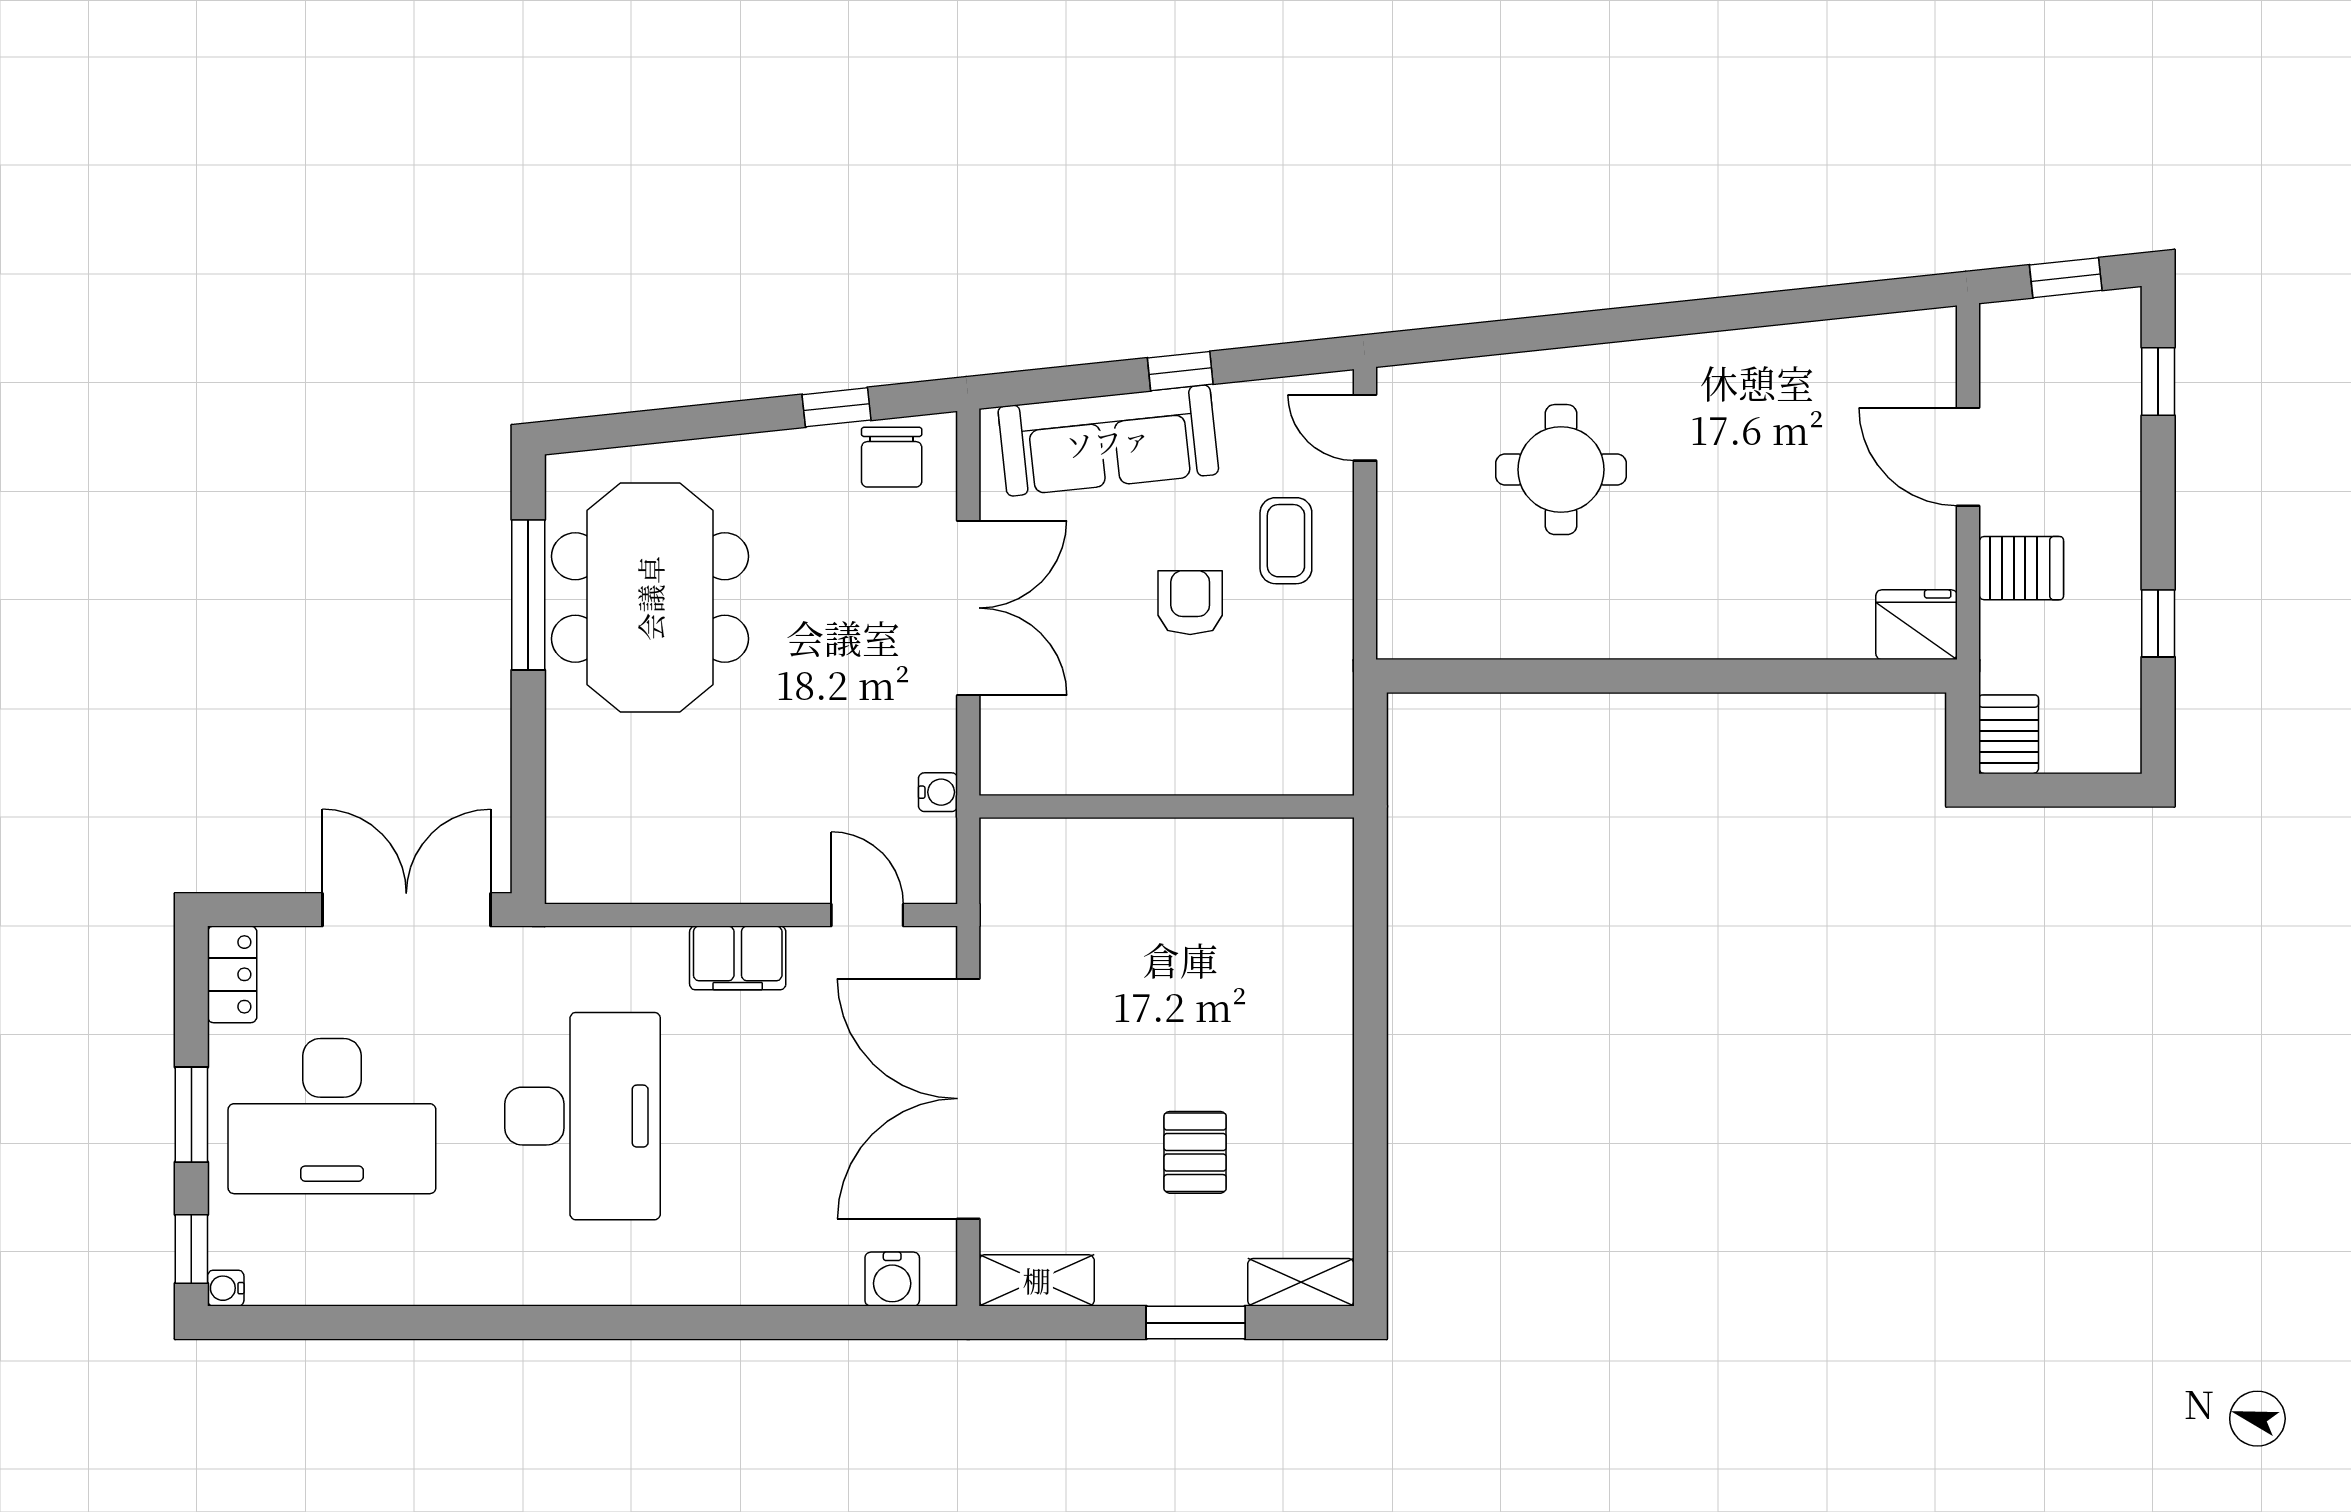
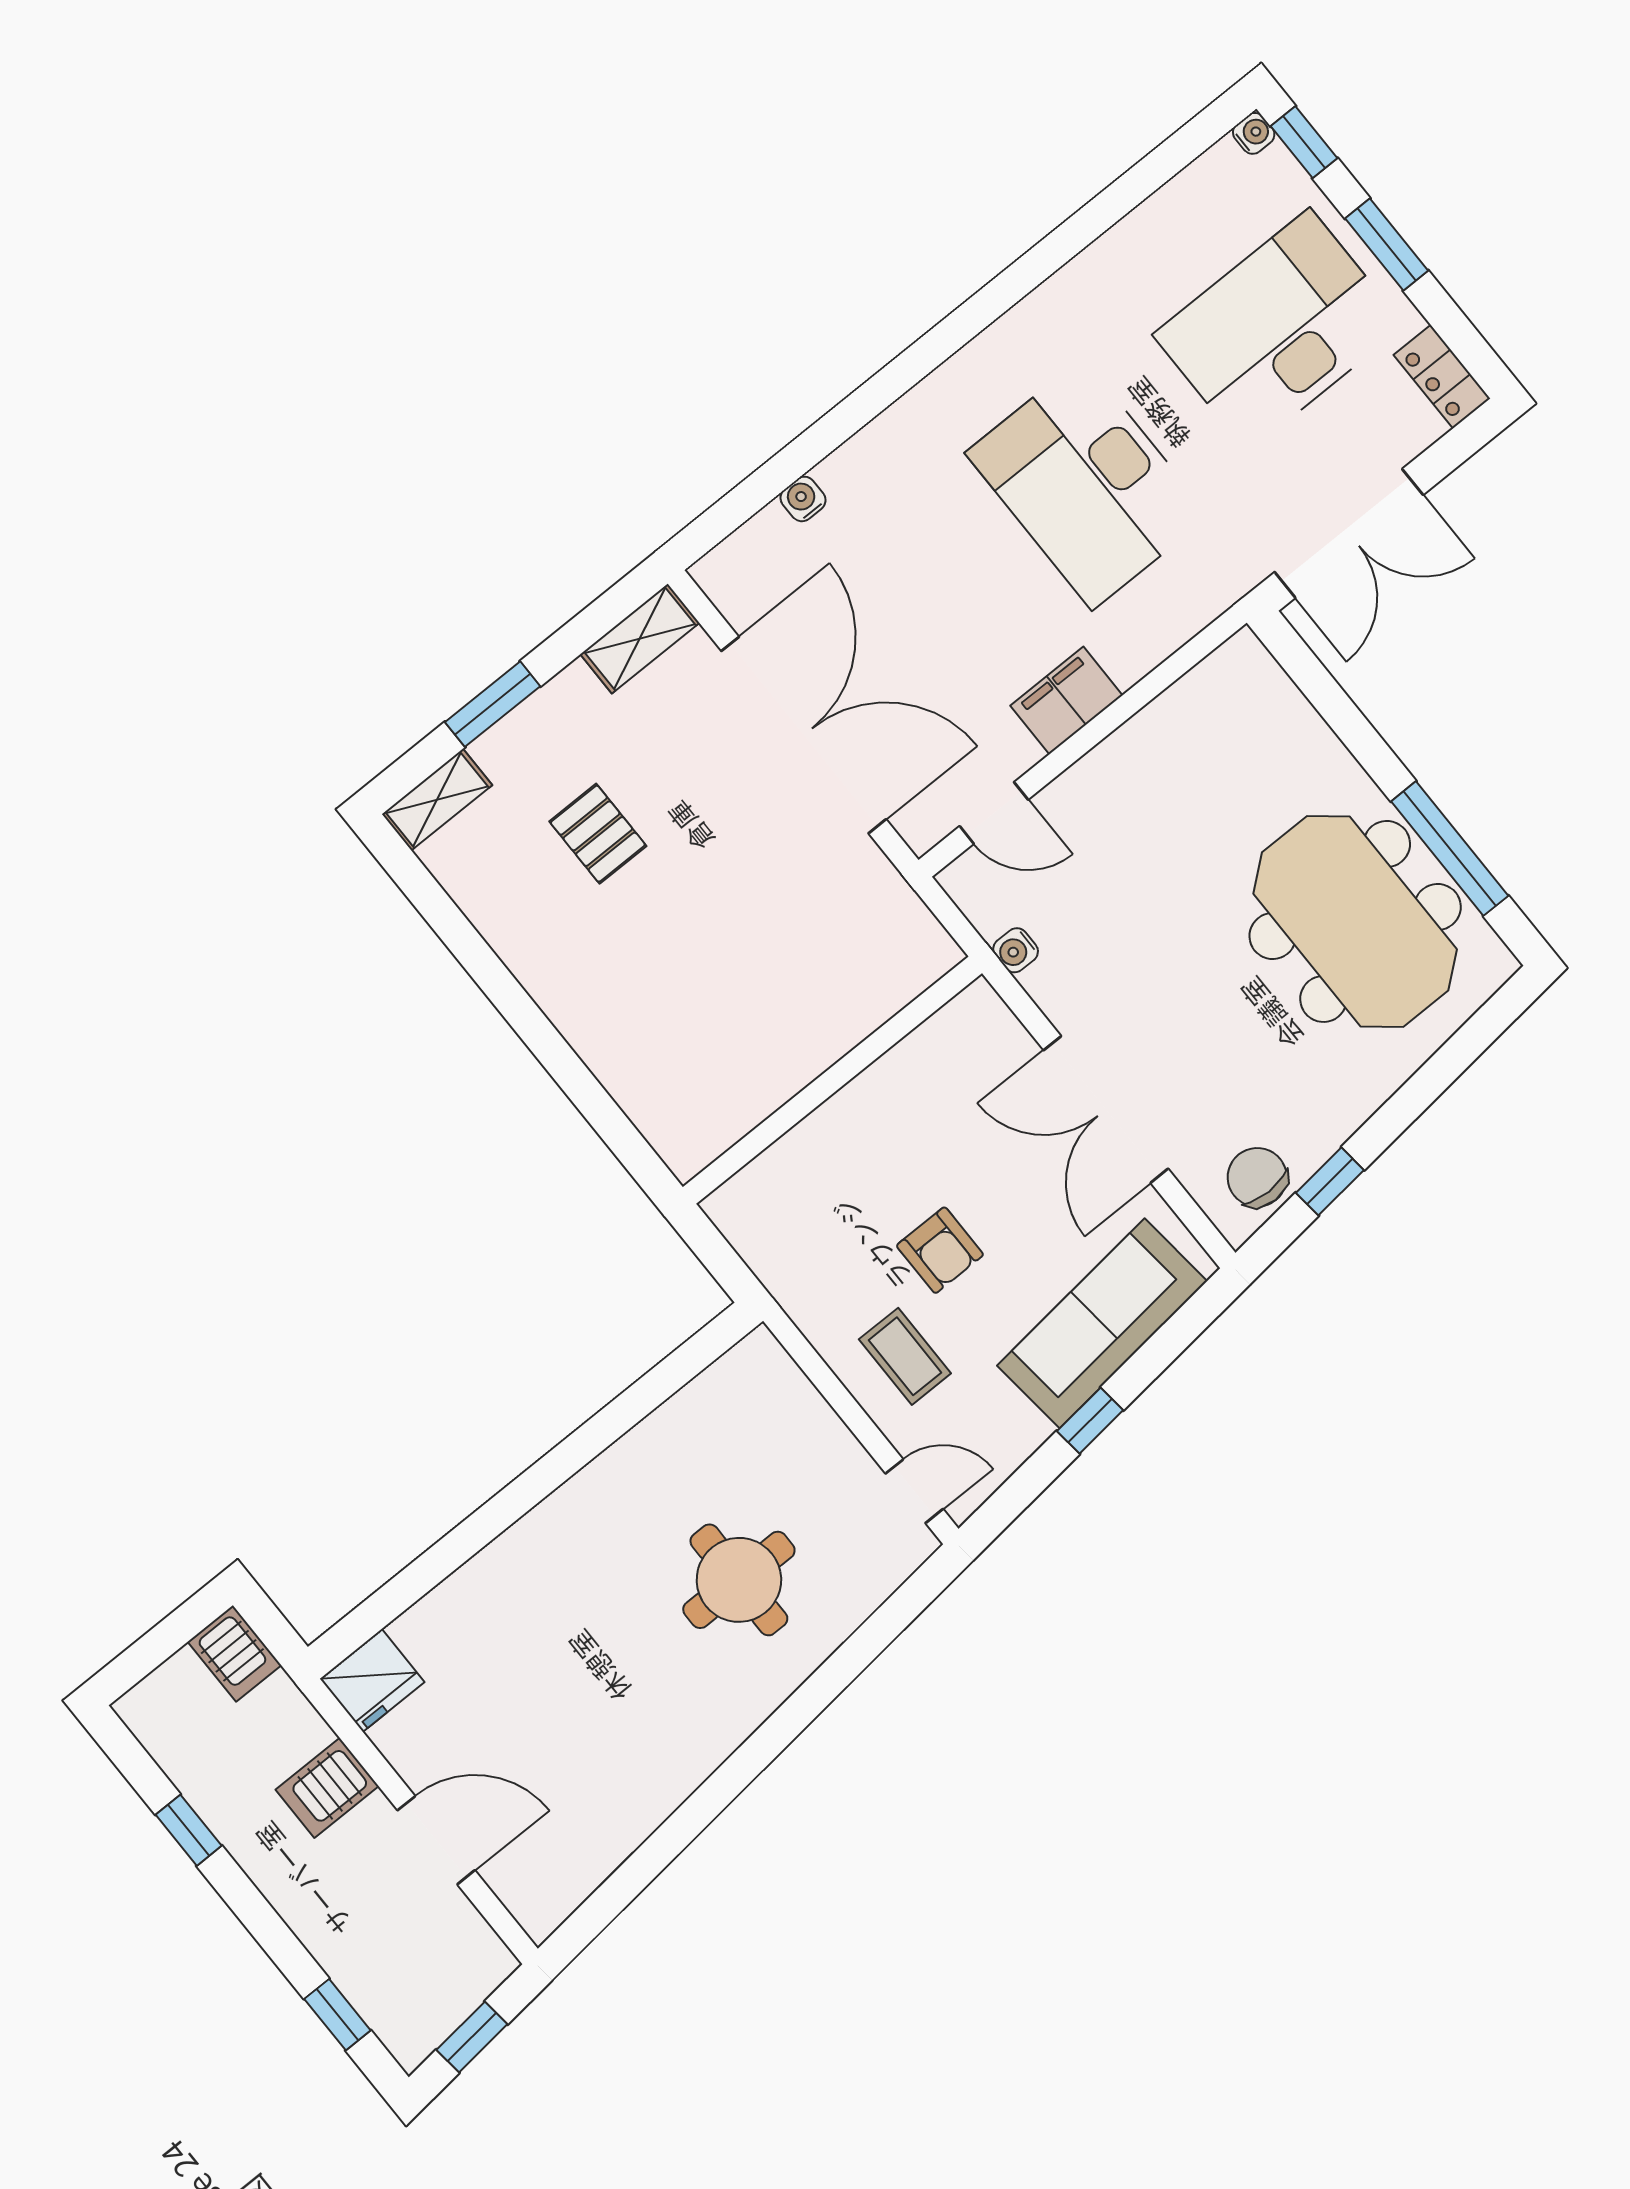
water cooler: (892, 1279) -> (803, 499), moved, width x0.72, depth x0.72

